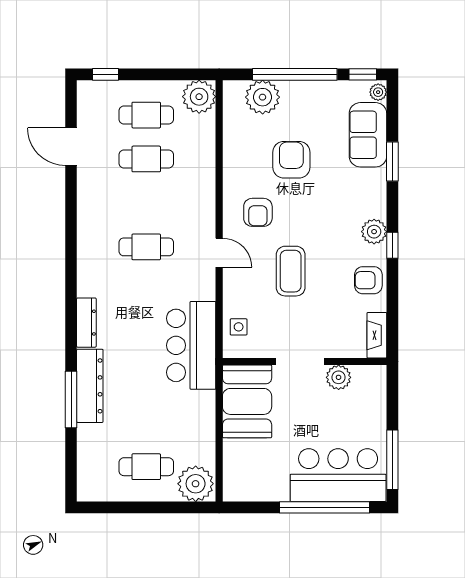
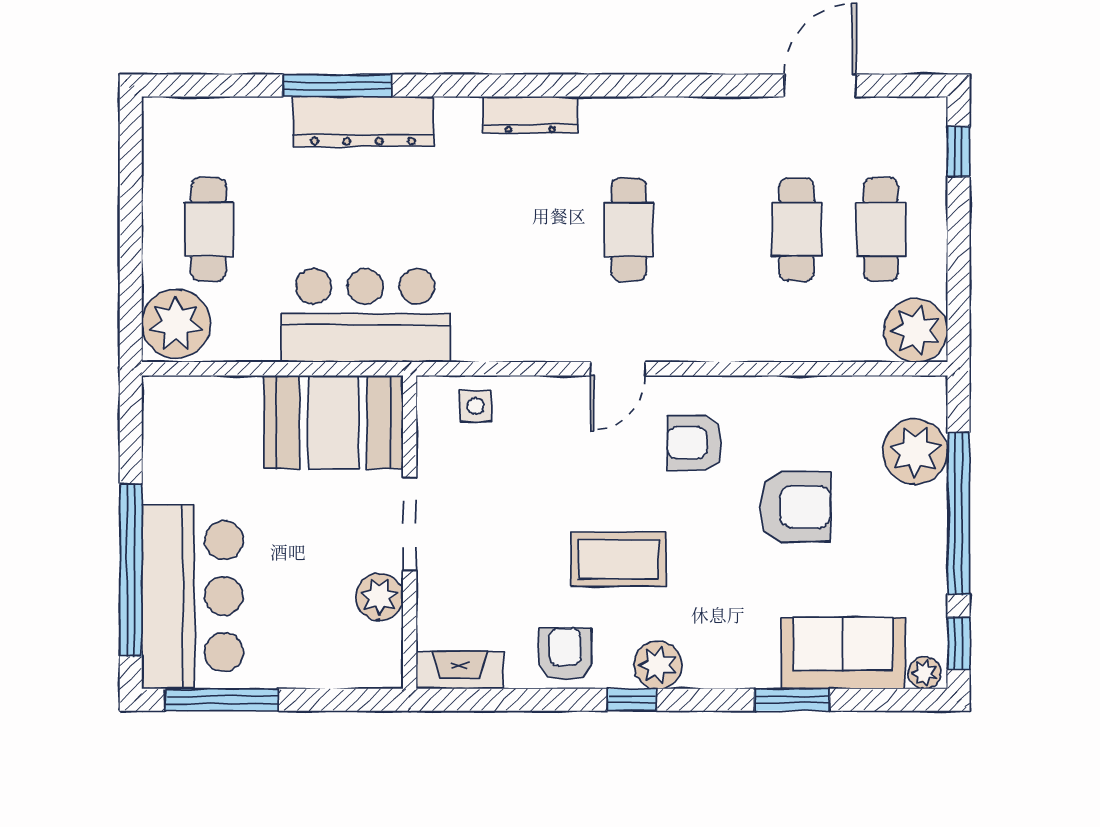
coffee table: (291, 271) -> (619, 559), moved
dresser: (86, 323) -> (530, 115), moved
bar counter: (191, 345) -> (365, 315), moved

